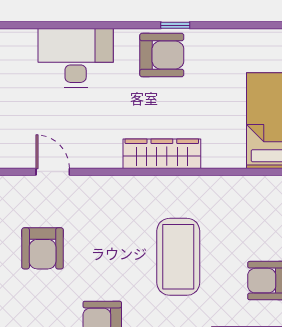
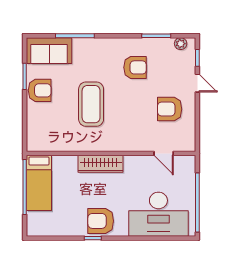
desk: (76, 58) -> (158, 214), width x1.36, depth x1.30
armchair: (43, 248) -> (170, 109), turned -90

